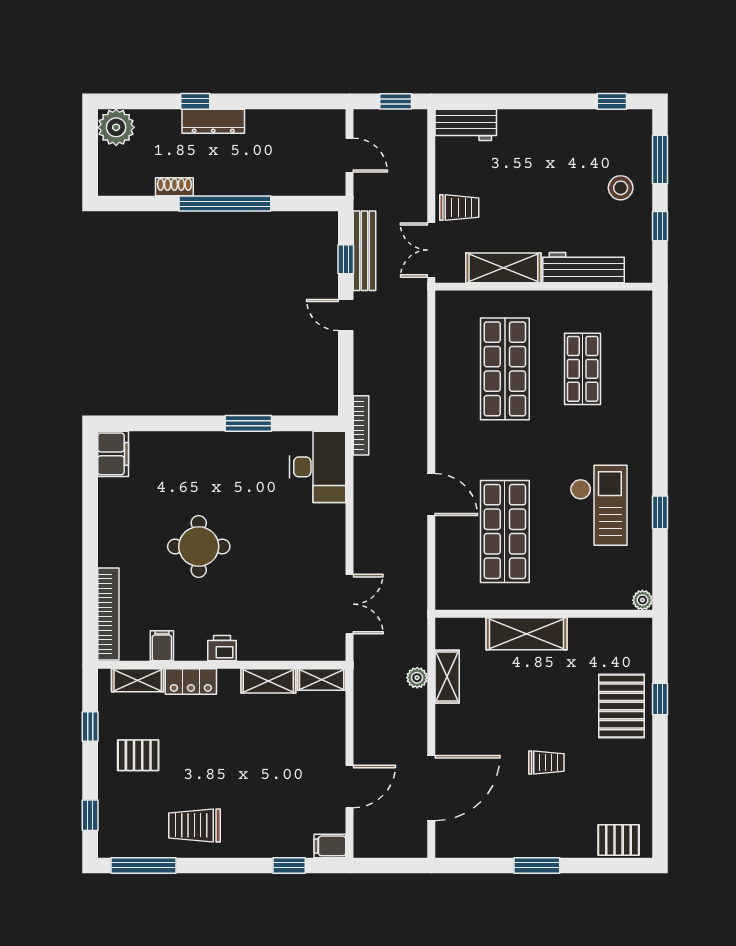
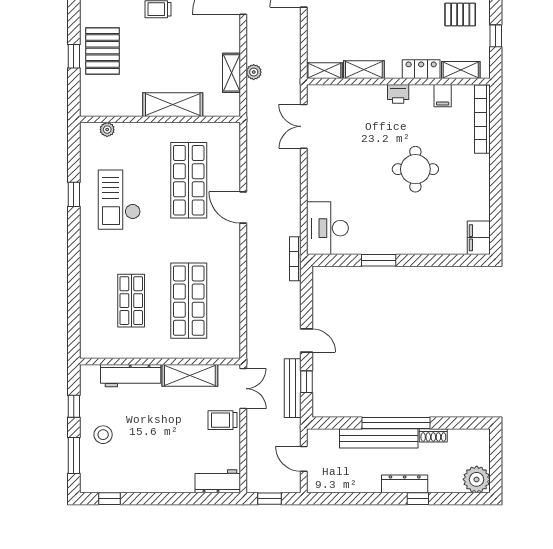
bench: (248, 183) -> (379, 438), added
plant: (642, 600) -> (107, 130), moved

